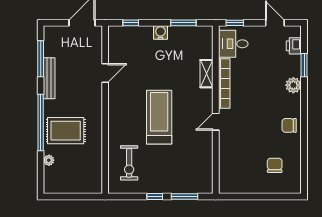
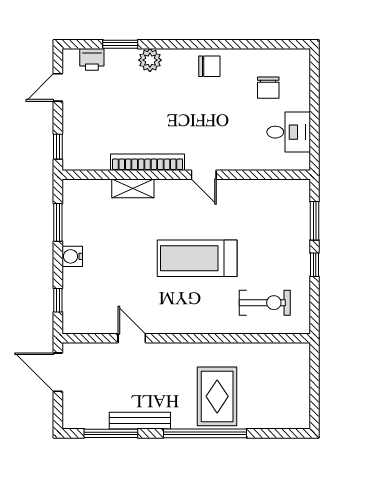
desk: (233, 44) -> (289, 132), moved, turned -90
chair: (289, 125) -> (209, 66), turned -90
plant: (49, 160) -> (261, 421), removed
chair: (275, 165) -> (268, 88), turned -90

